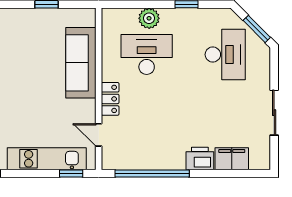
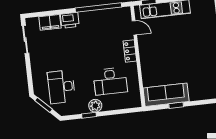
plant: (149, 18) -> (95, 106), moved
sofa: (81, 63) -> (166, 95), moved, turned -90
sliding door: (274, 113) -> (25, 39), moved

